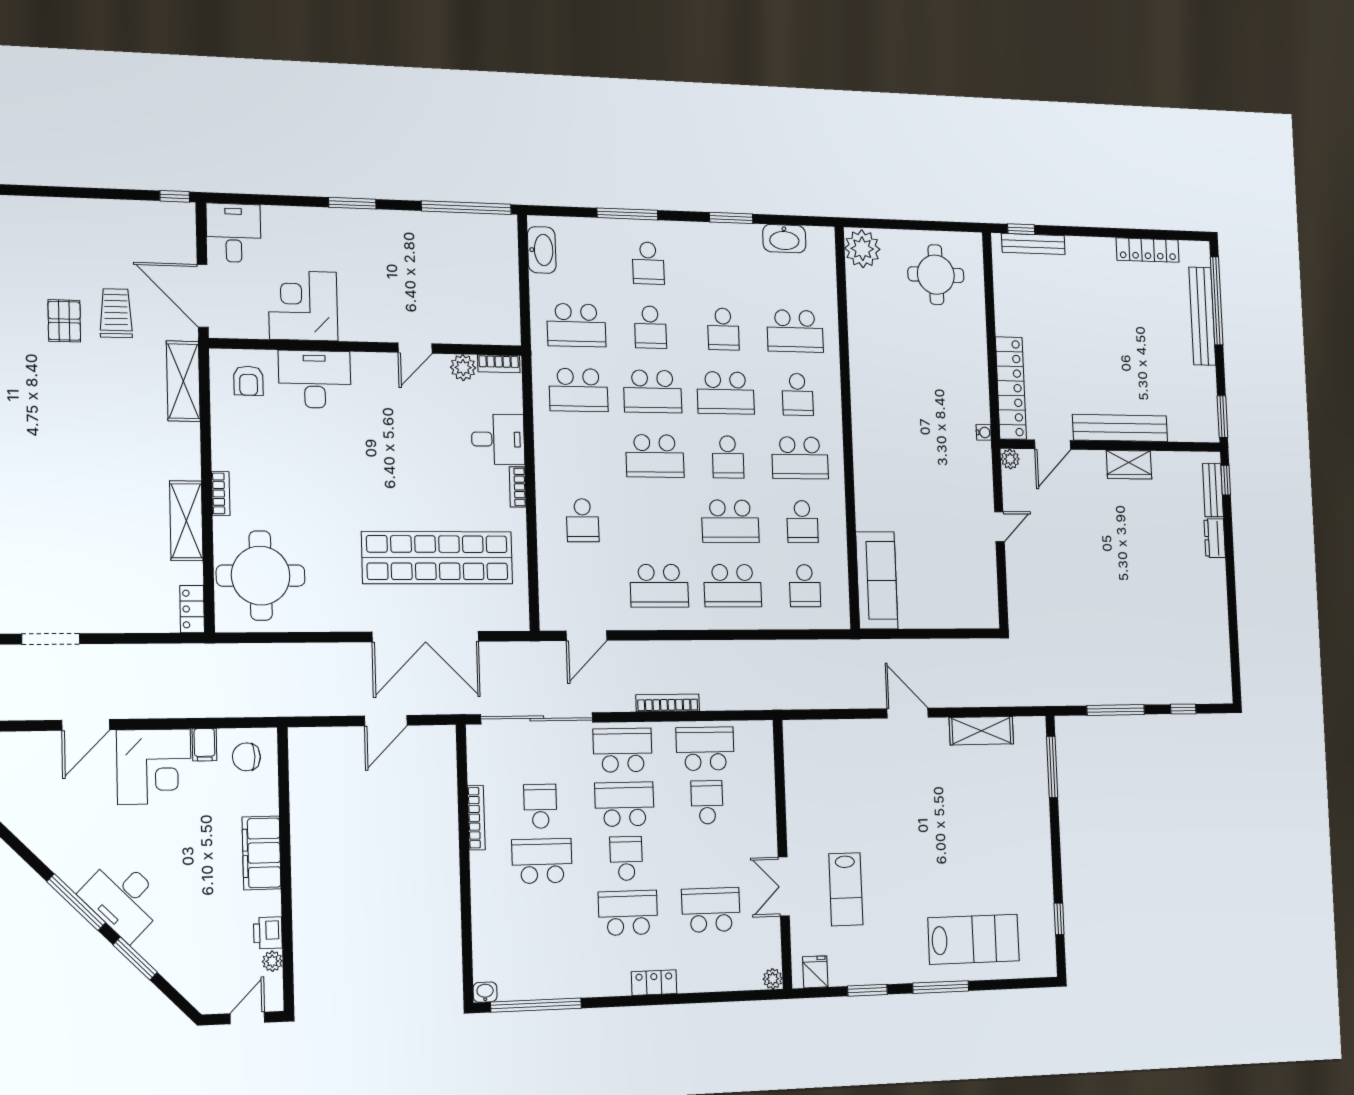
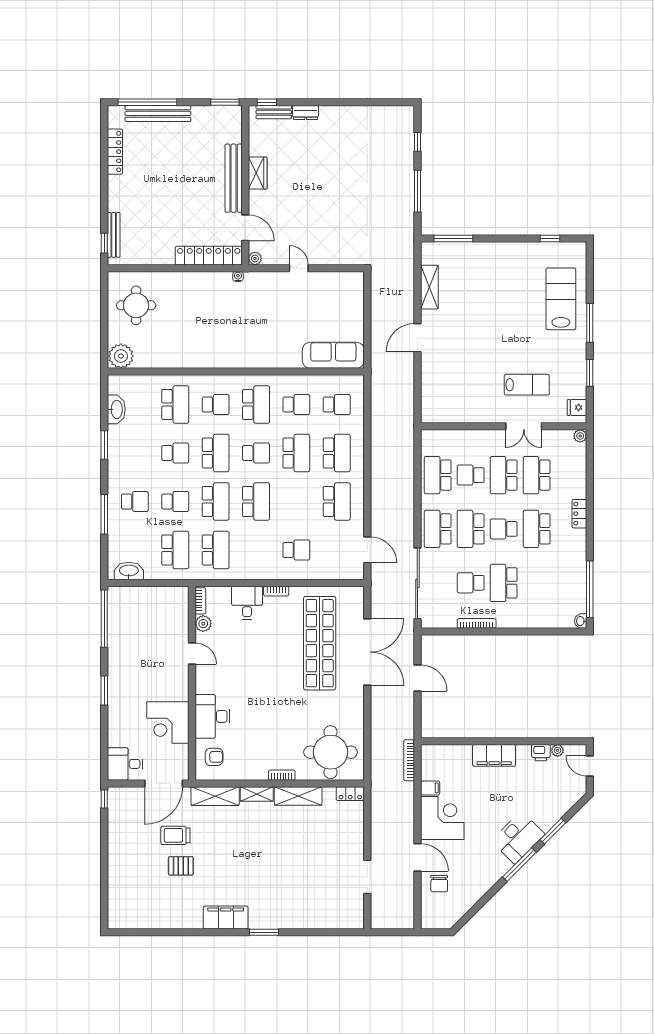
shelving: (188, 451) -> (257, 794), added
bookcase: (668, 703) -> (409, 760), moved
chair: (246, 757) -> (439, 884), moved
school desk: (709, 856) -> (504, 475), added

